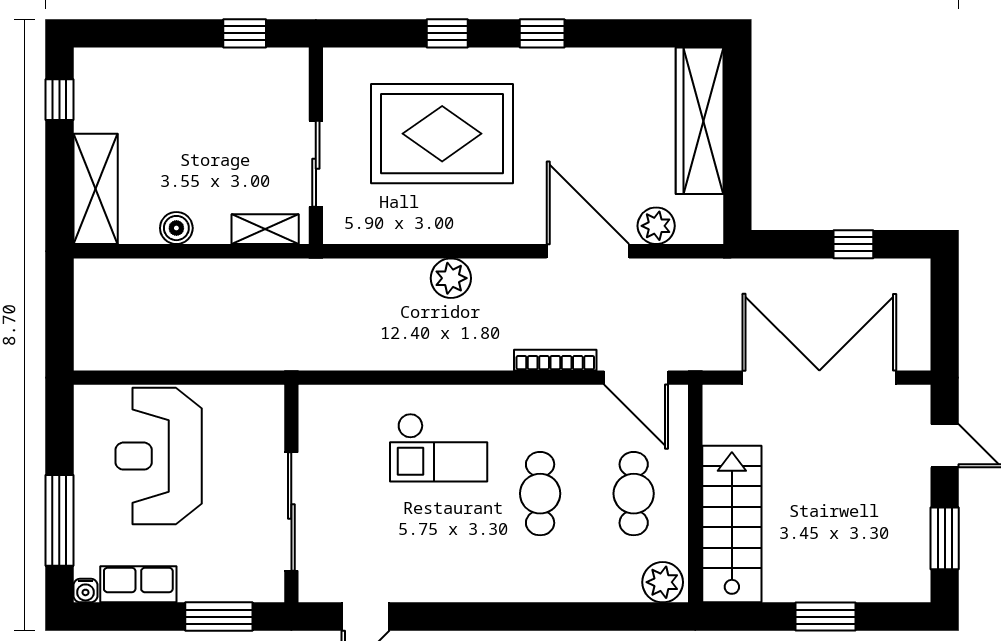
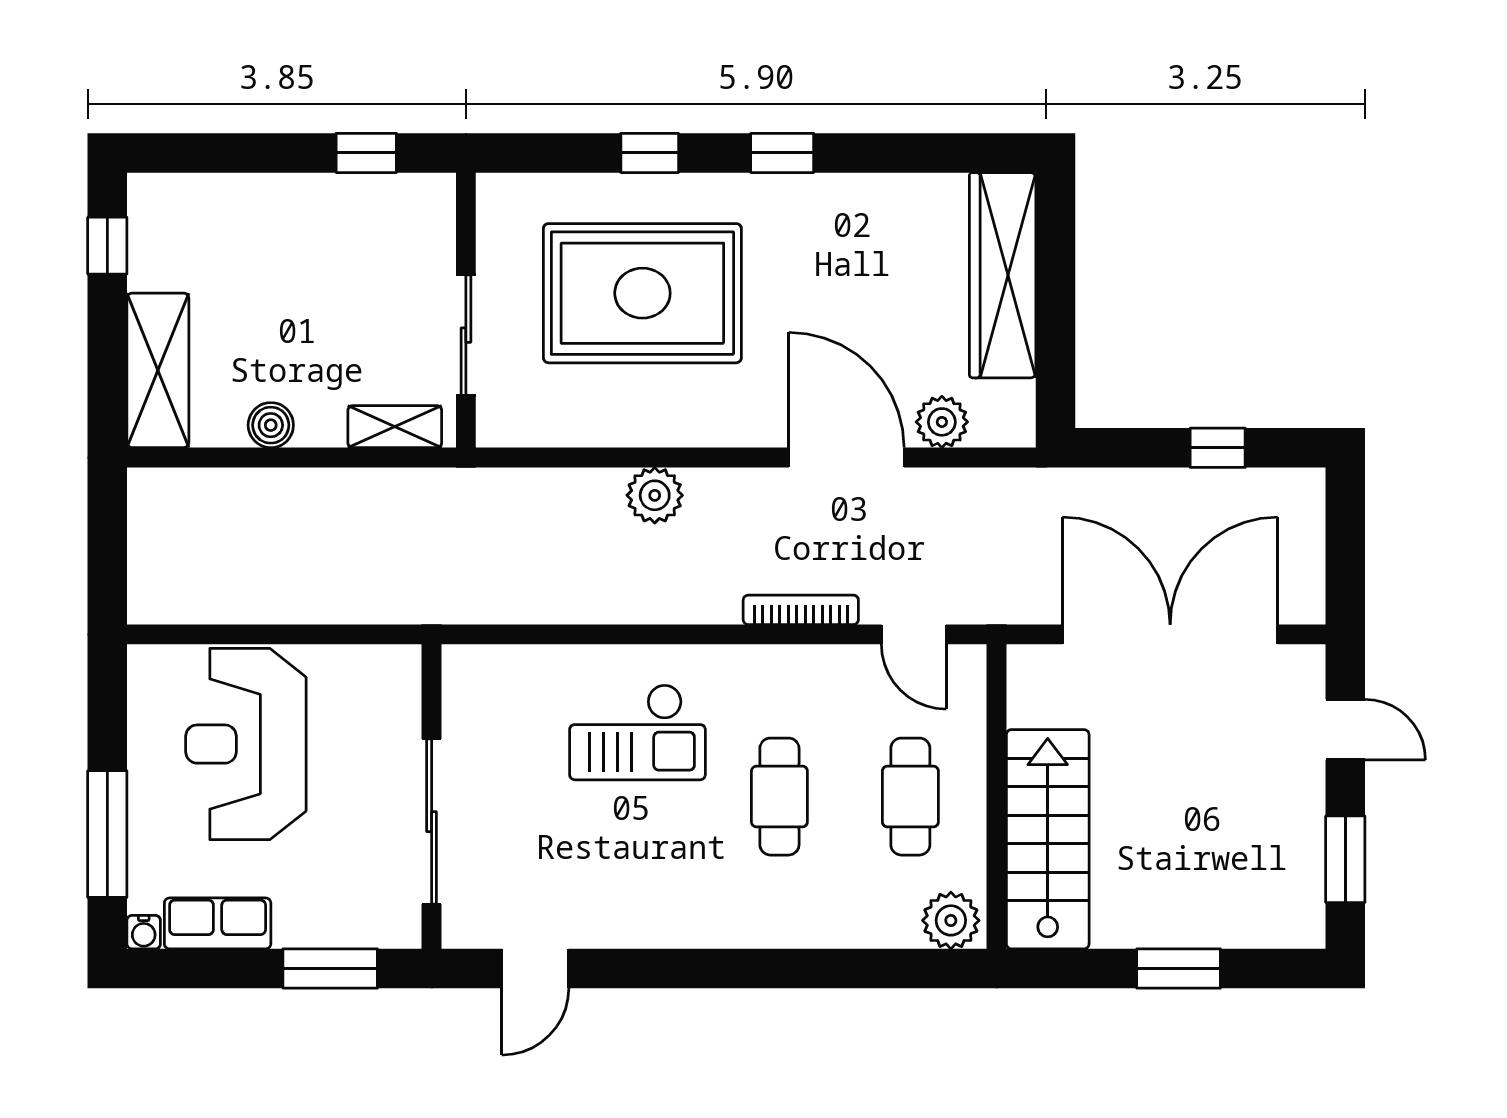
door: (636, 378) -> (914, 634), width x0.73

